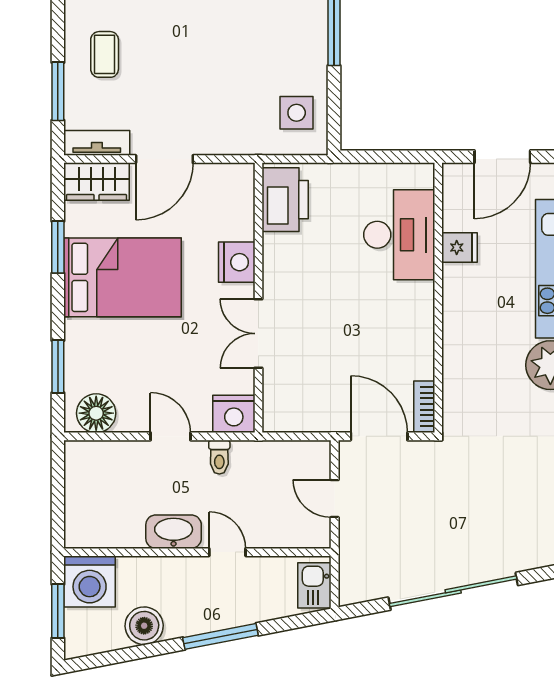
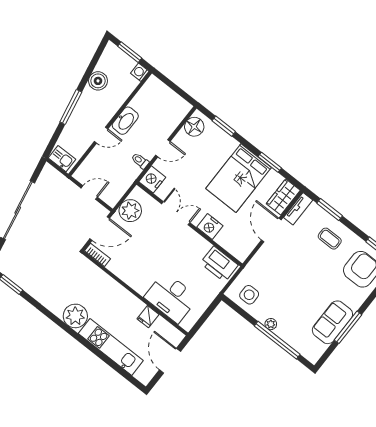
plant: (316, 41) -> (271, 324), added
plant: (312, 410) -> (130, 211), added
washing machine: (90, 581) -> (140, 72), width x0.53, depth x0.53

